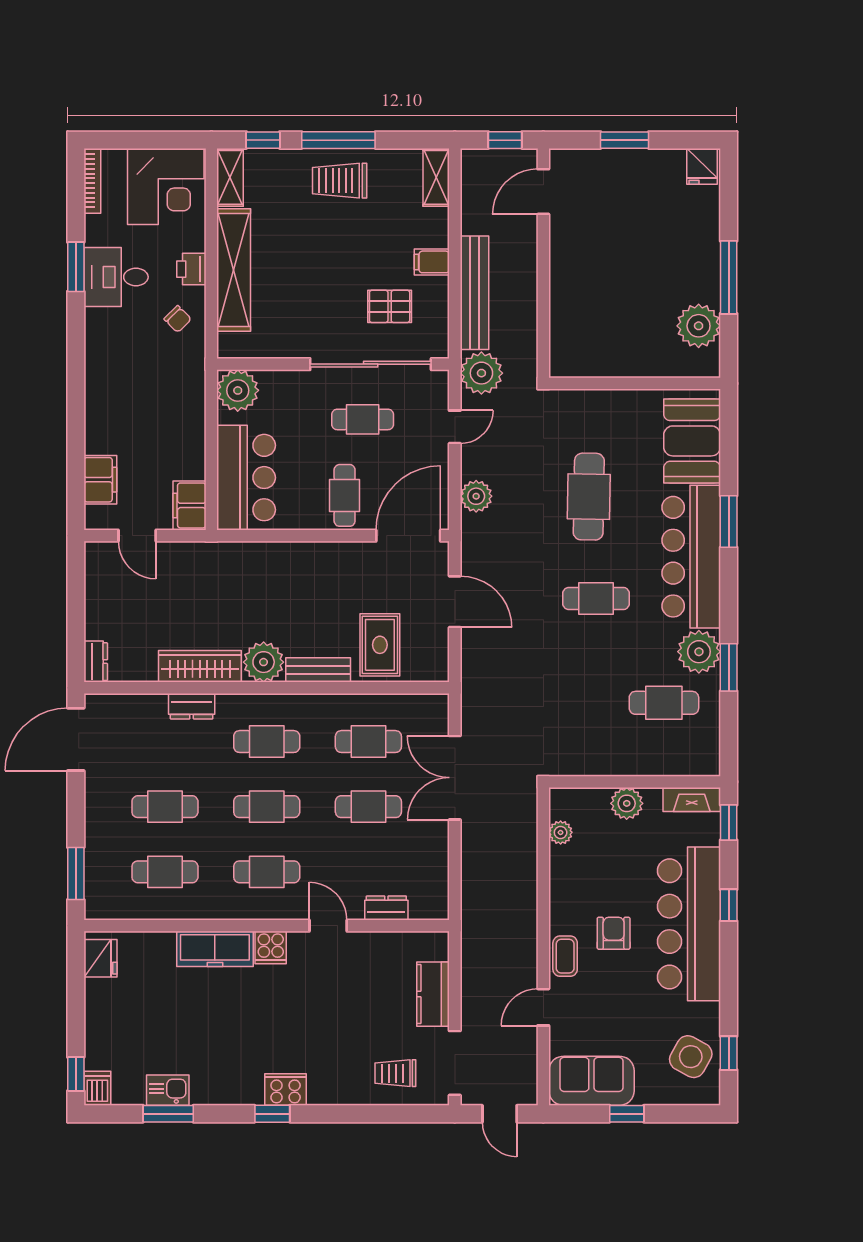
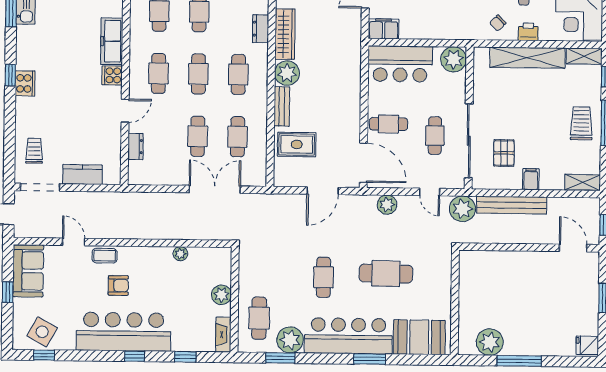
wall: (635, 782) -> (235, 300), moved
fireplace: (692, 800) -> (223, 335), moved
plant: (627, 803) -> (221, 295), moved

